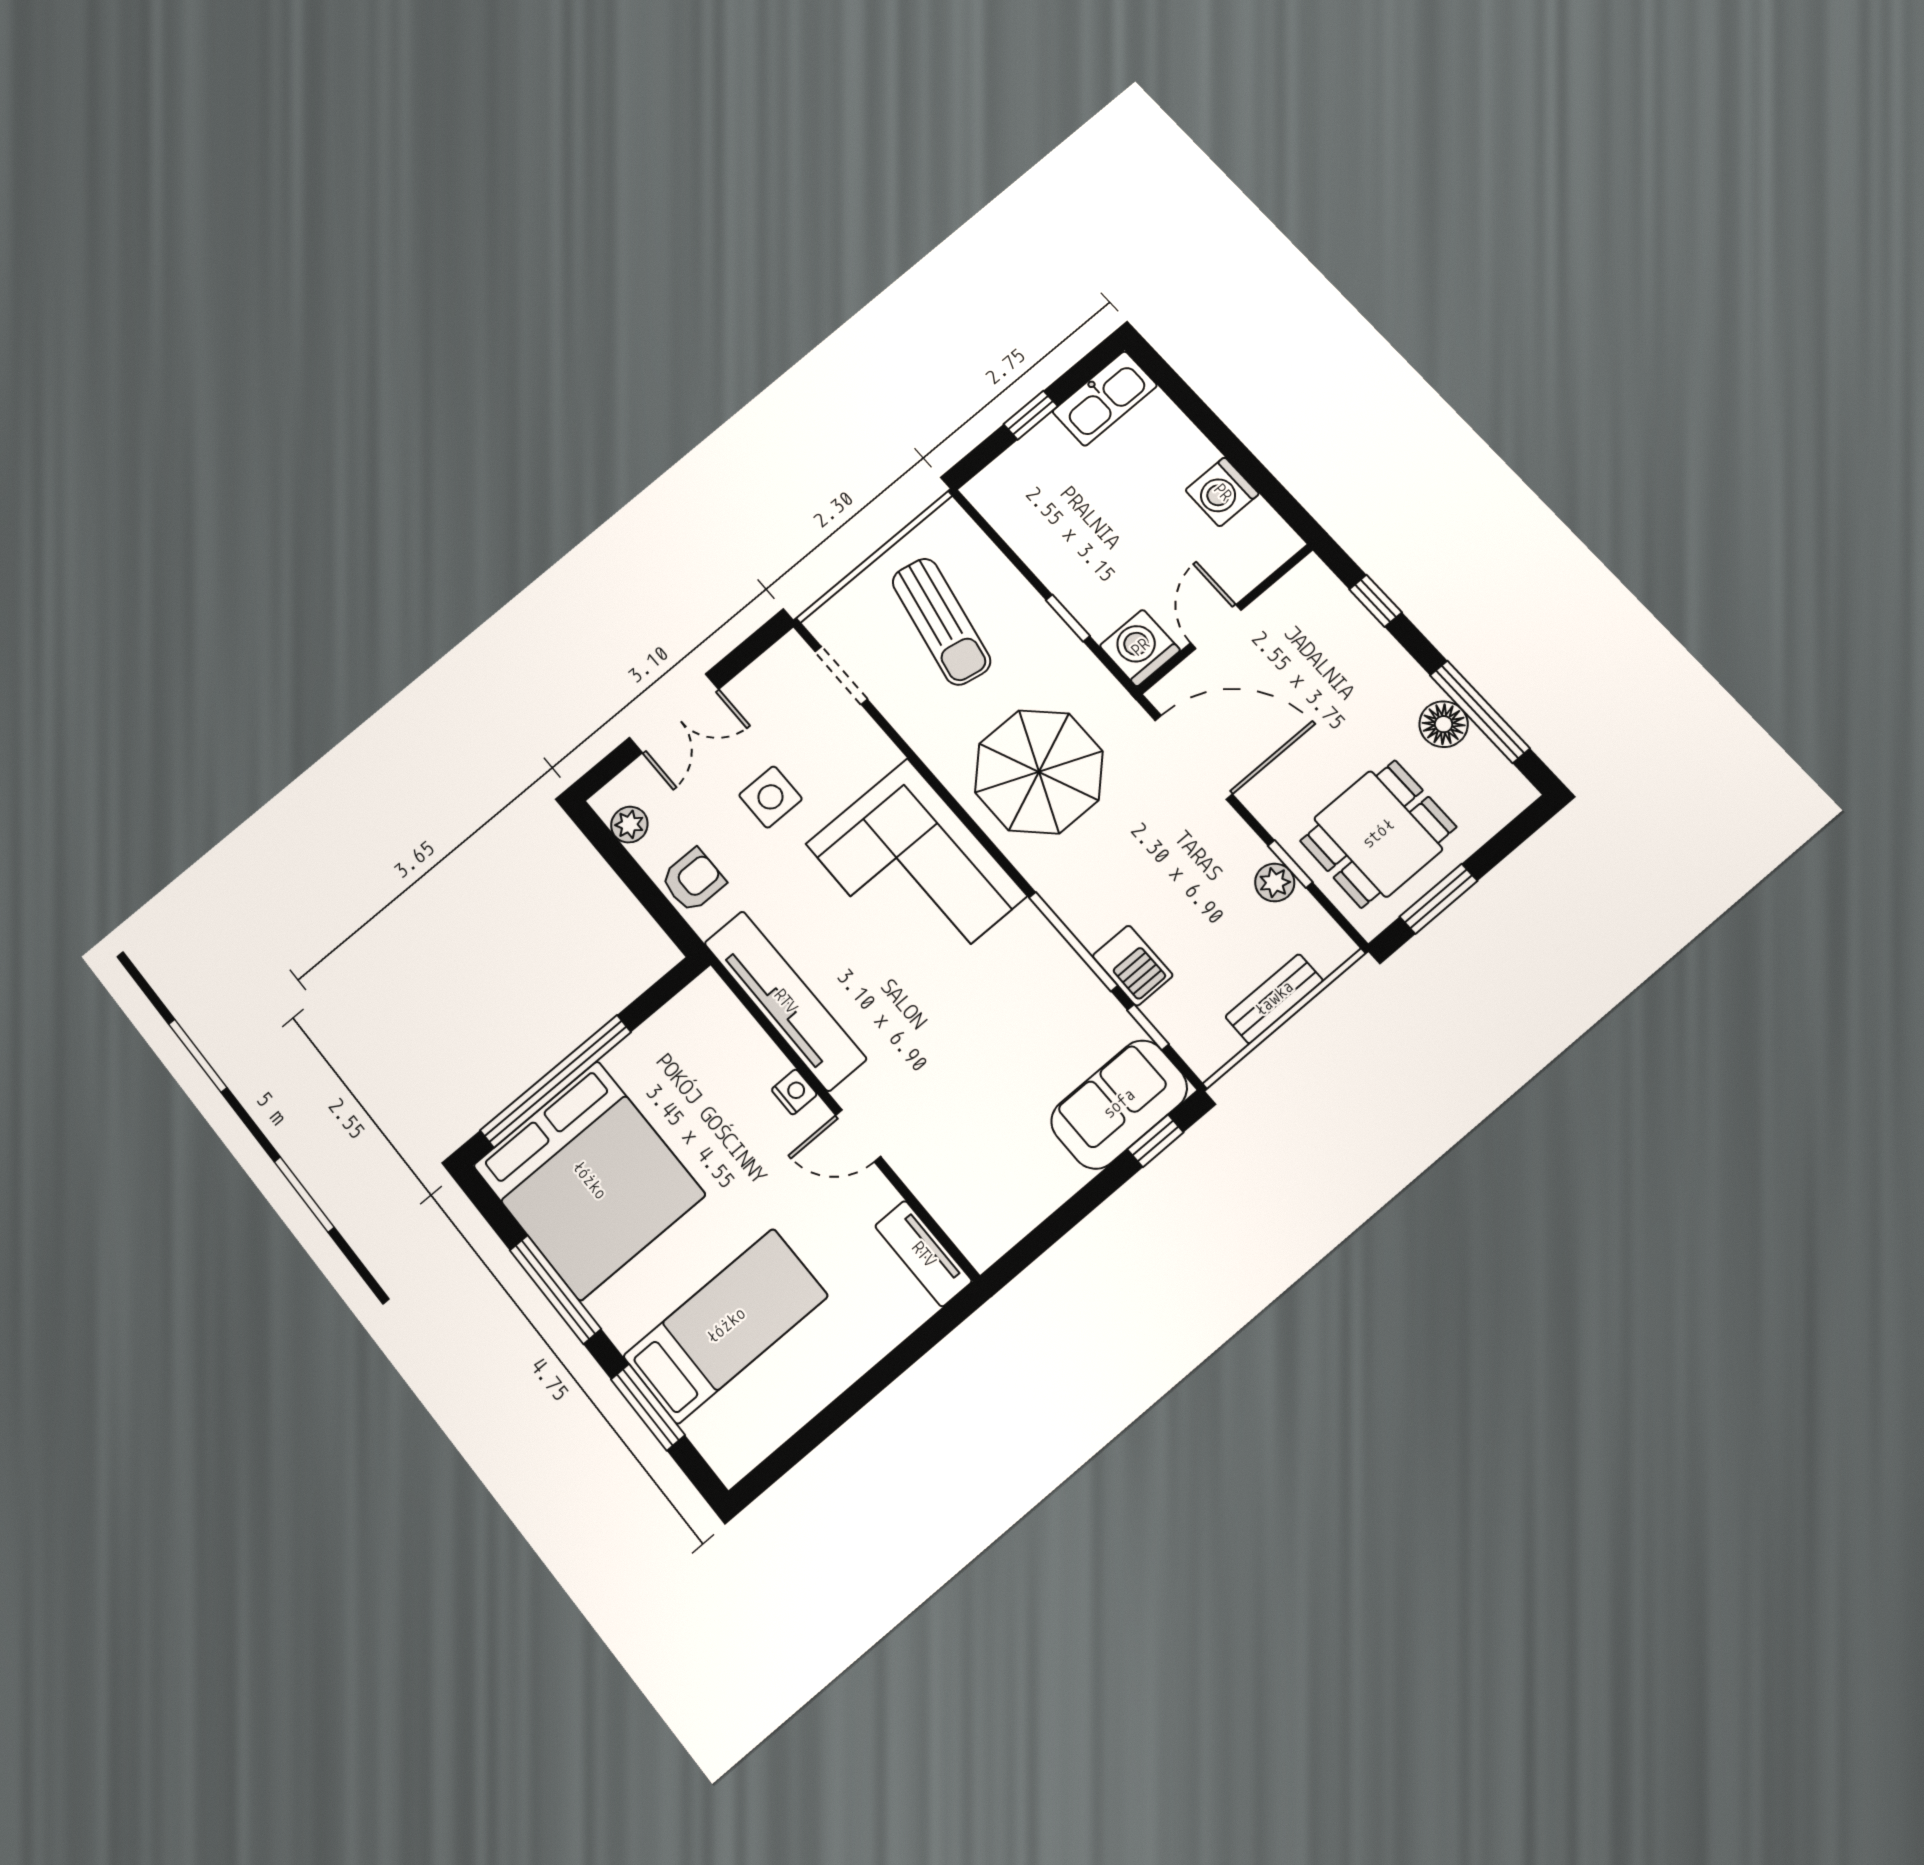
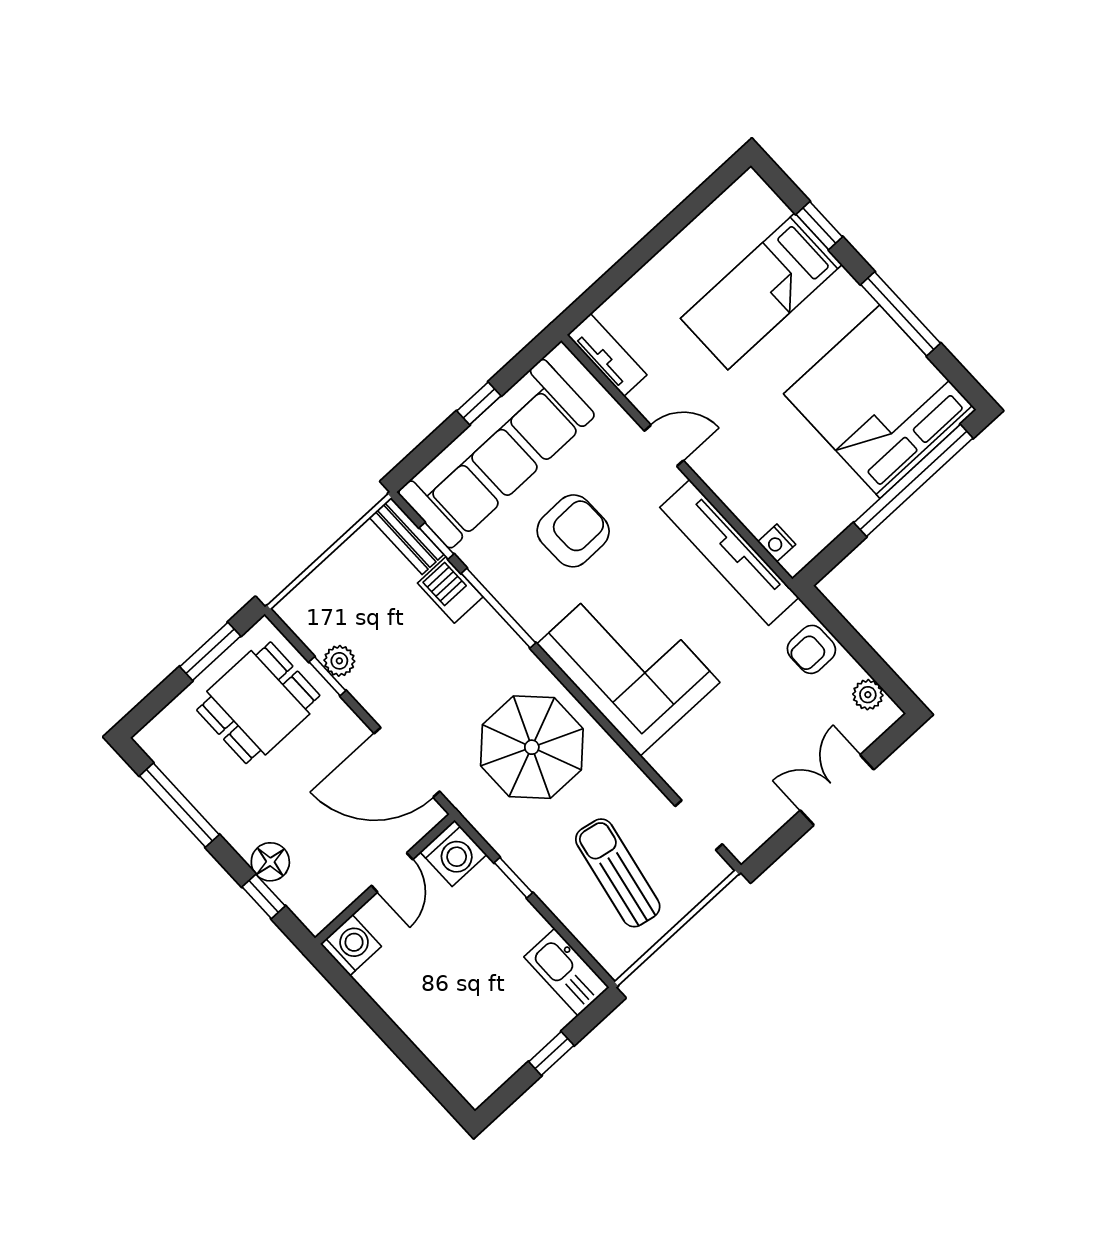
kitchen sink: (1105, 399) -> (567, 972), moved, turned -90
washing machine: (1222, 492) -> (351, 945), moved
floor lamp: (1444, 724) -> (270, 862), moved
side table: (771, 797) -> (752, 721), removed
bench: (1274, 999) -> (407, 536), moved, turned 90
armchair: (976, 1034) -> (573, 531), added
nightstand: (794, 1092) -> (777, 543), moved
sofa: (1119, 1104) -> (496, 454), width x1.85, depth x1.27
window: (1155, 1141) -> (479, 403), moved
window: (648, 1407) -> (819, 226), width x0.67

